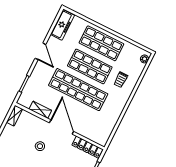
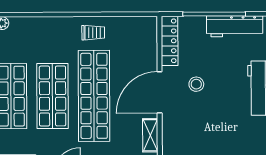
trolley: (121, 80) -> (93, 33), moved
stool: (40, 146) -> (196, 84), moved

